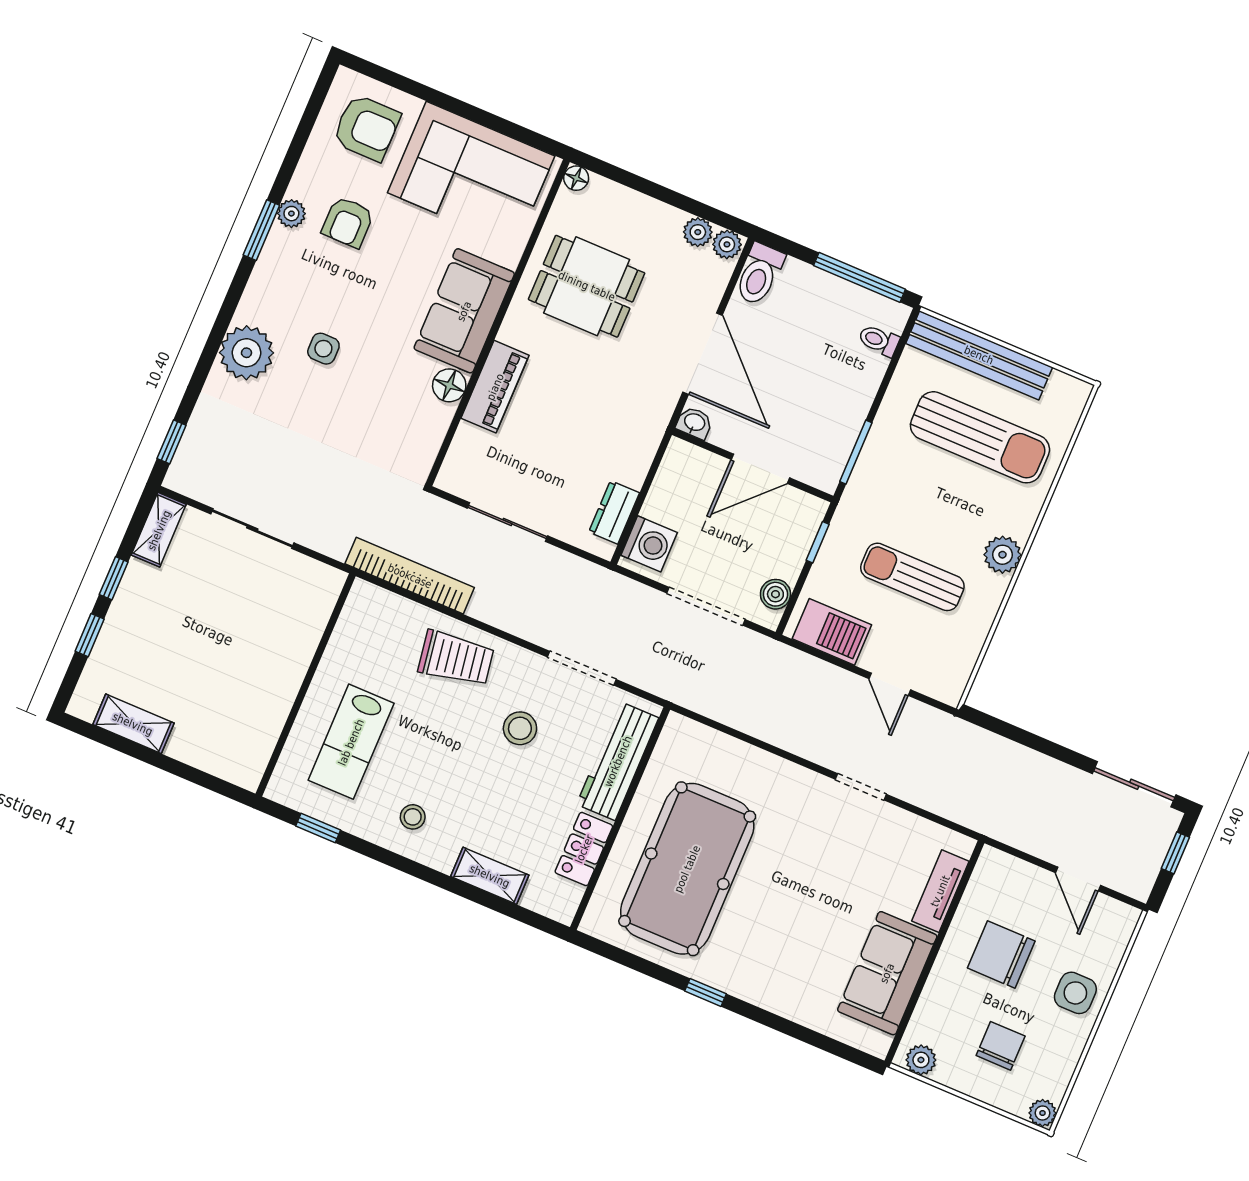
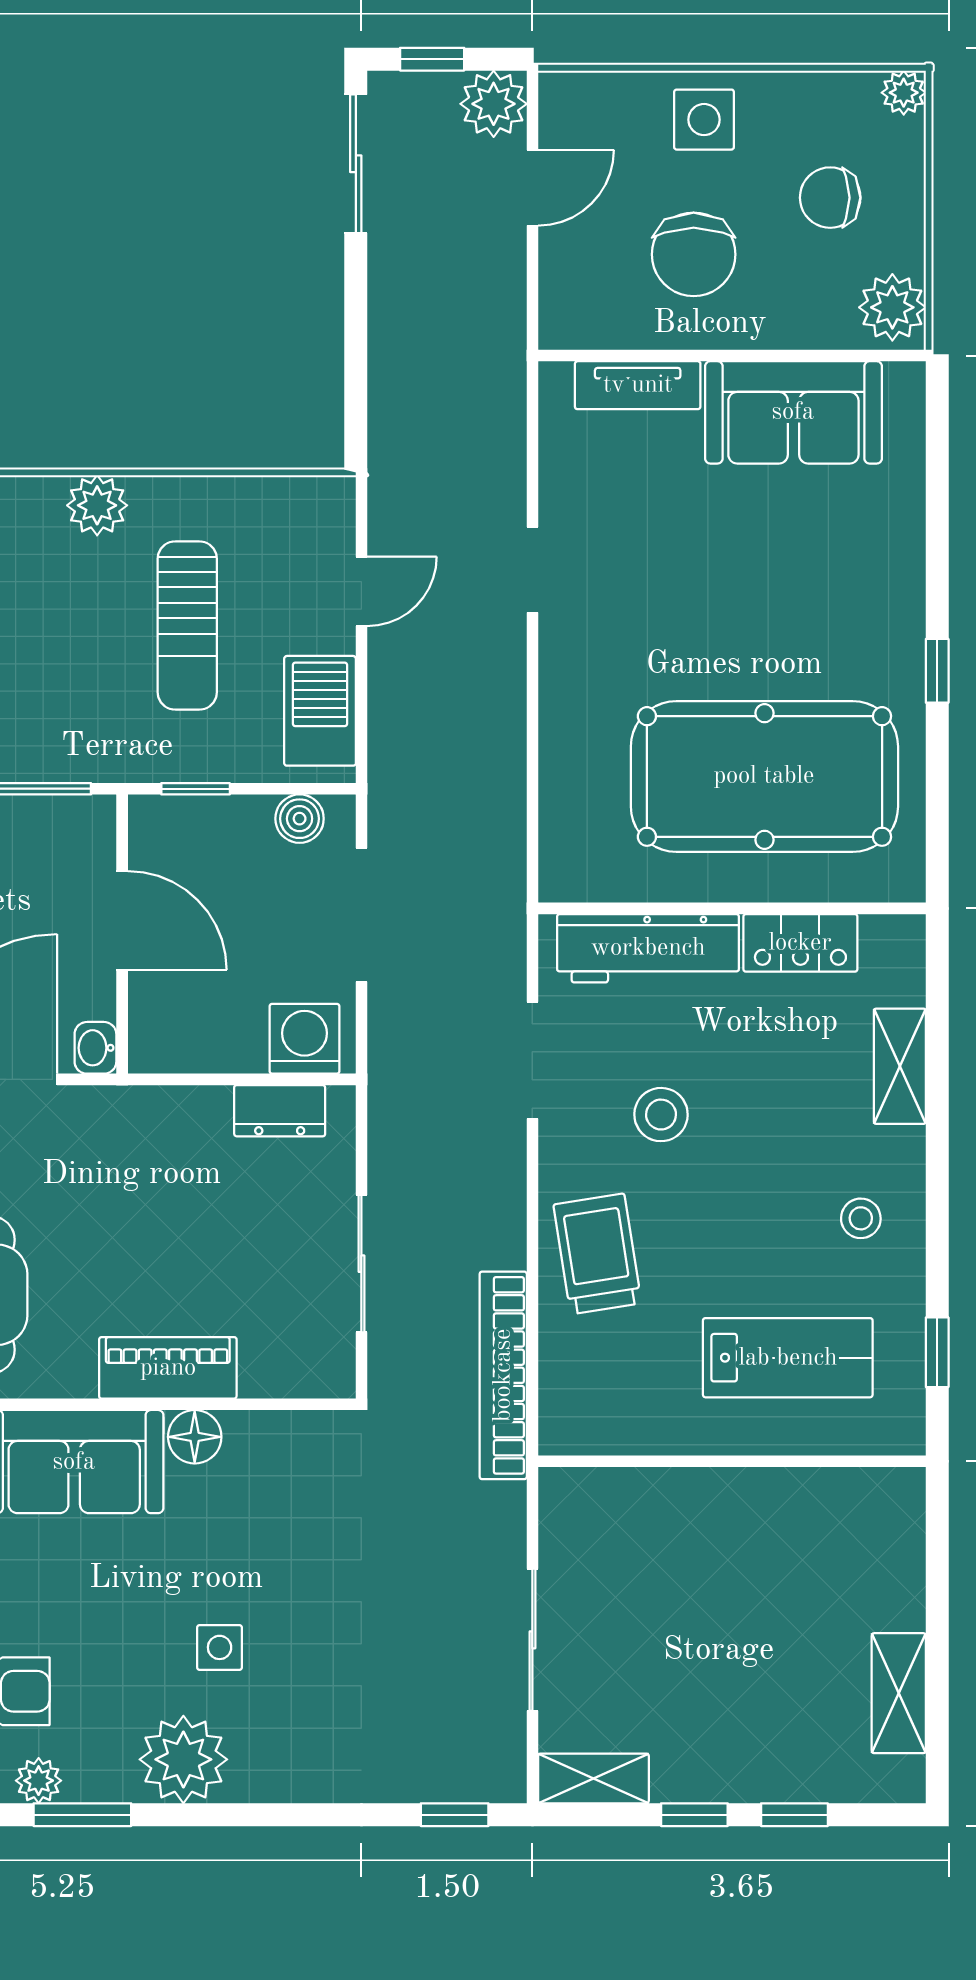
plant: (246, 353) -> (183, 1759), moved
plant: (1135, 877) -> (494, 104), added
plant: (921, 1060) -> (892, 307), width x1.38, depth x1.38

